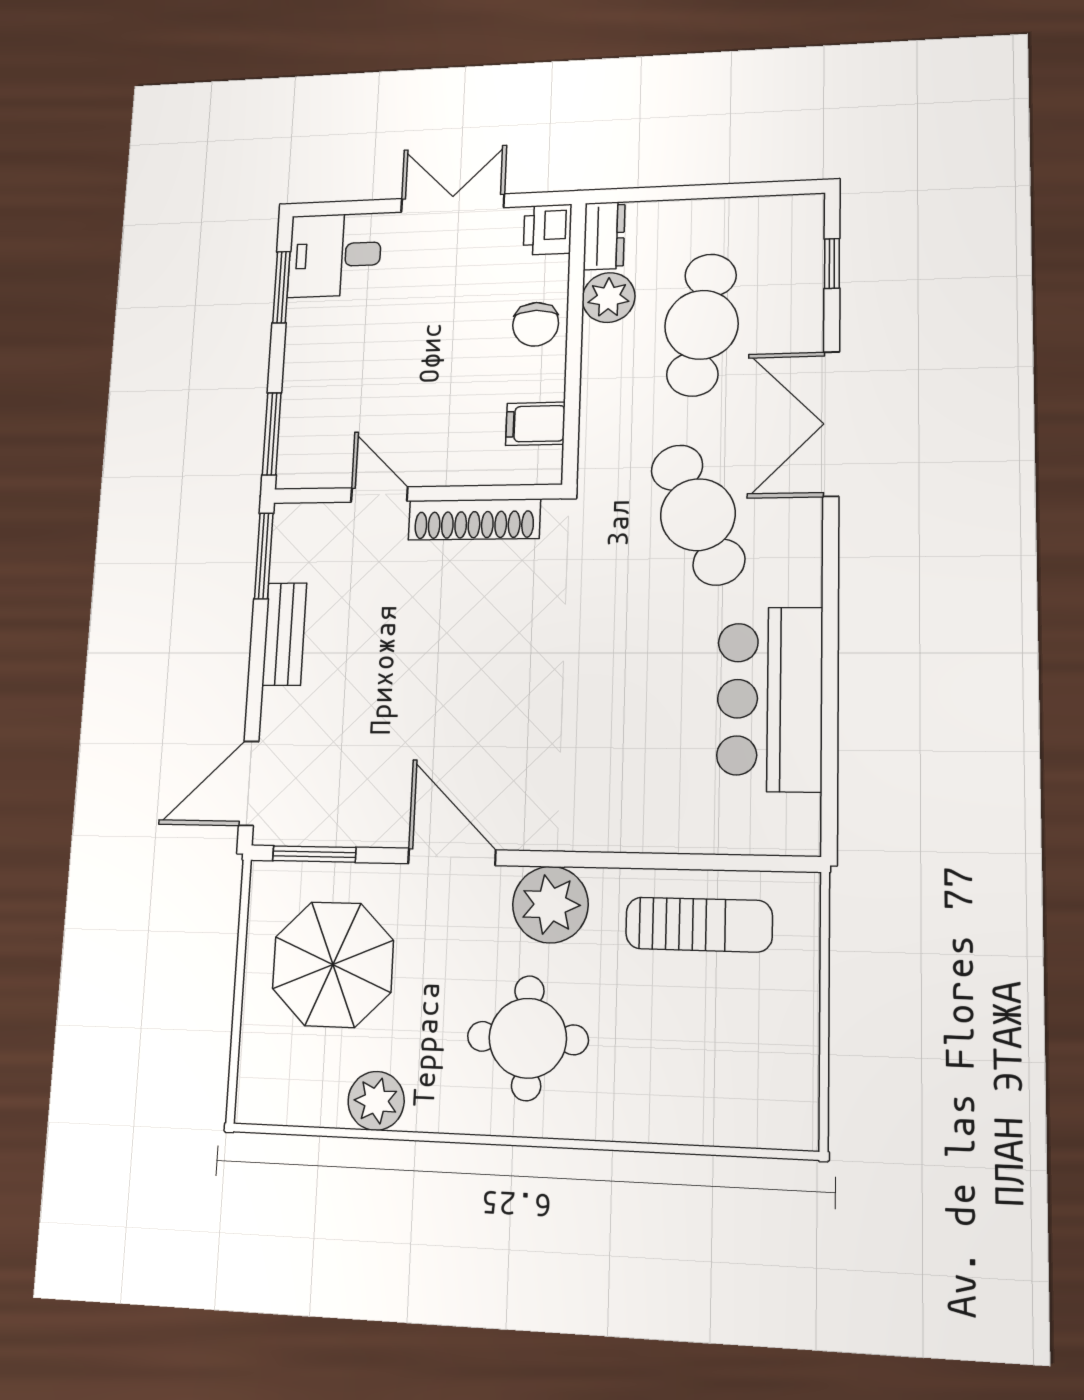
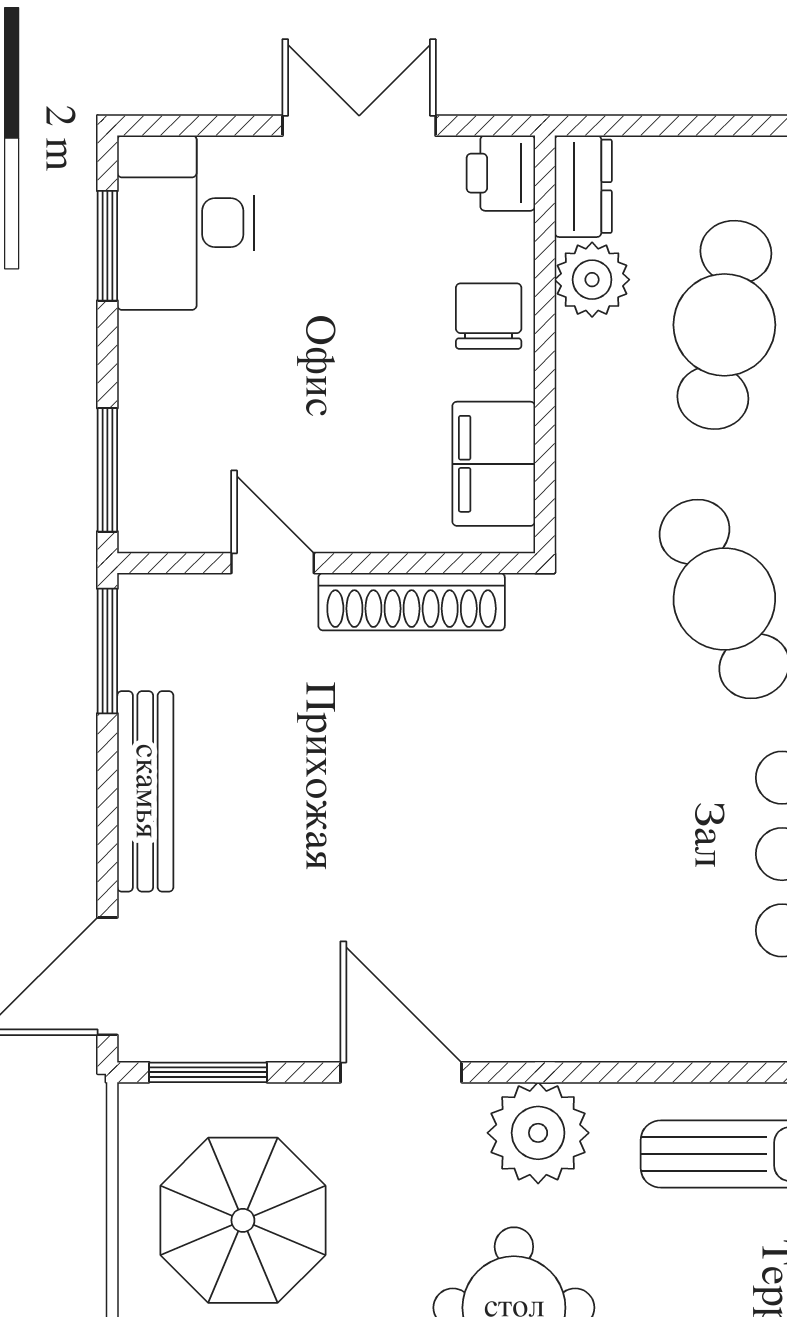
desk: (335, 255) -> (186, 223), width x1.37
chair: (536, 324) -> (489, 316), turned 180
filing cabinet: (535, 424) -> (494, 464), width x2.00
bench: (284, 634) -> (145, 791), width x1.36

